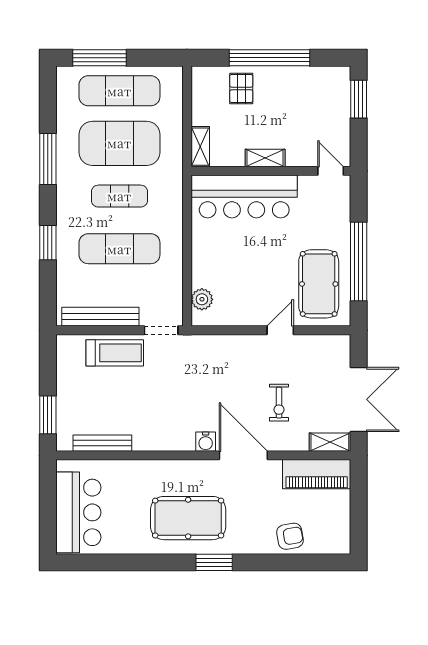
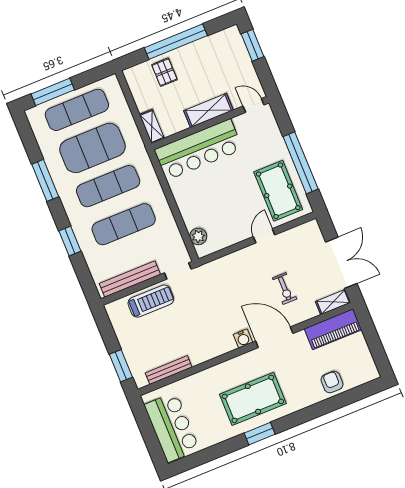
shelving: (265, 158) -> (208, 110), width x1.50, depth x1.33
exercise mat: (119, 196) -> (108, 186), width x1.36, depth x1.45
armchair: (290, 536) -> (332, 382), turned -80
window: (214, 562) -> (260, 434), moved

